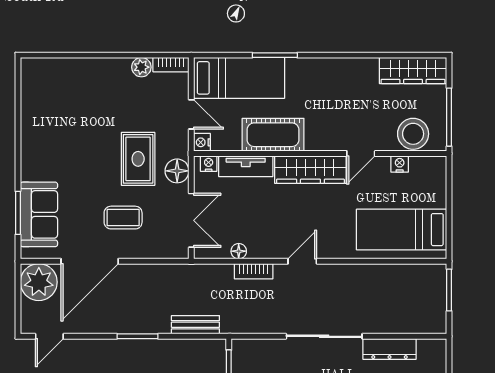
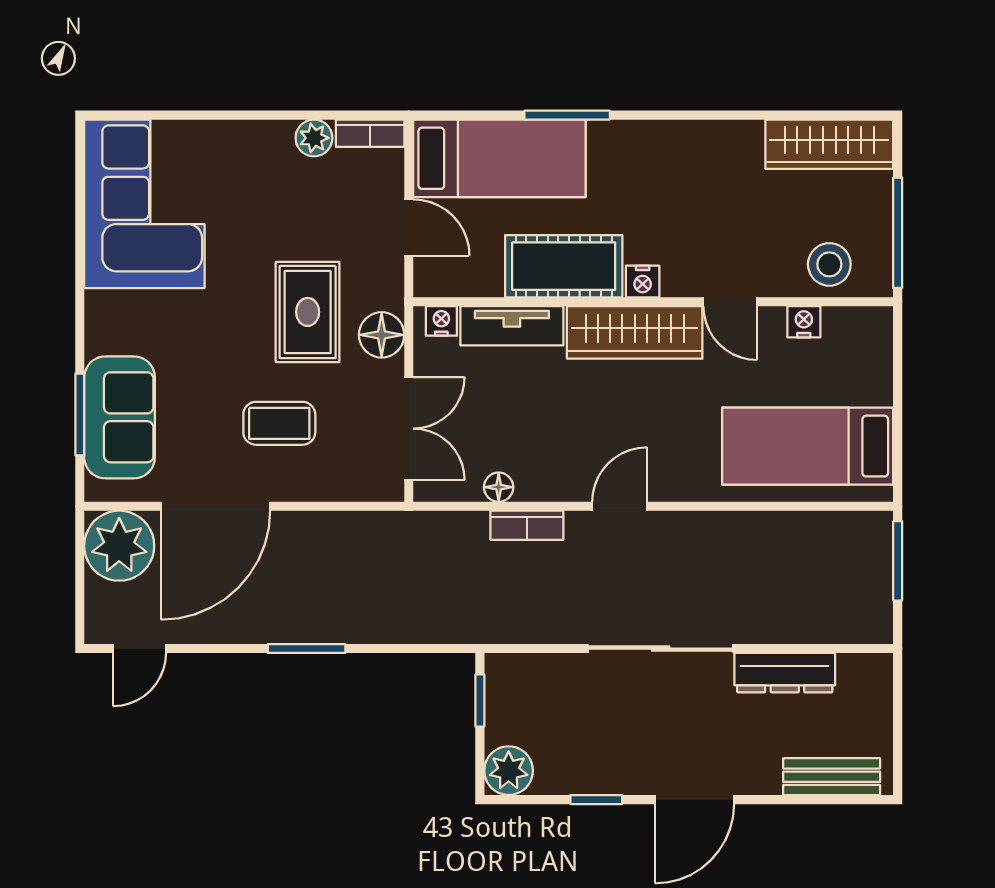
corner sofa: (52, 102) -> (144, 204), added
stool: (413, 134) -> (829, 264), width x0.73, depth x0.73
nightstand: (202, 142) -> (643, 282), moved, turned -90
door: (361, 154) -> (730, 302), hinge flipped
bench: (195, 325) -> (416, 627), removed

